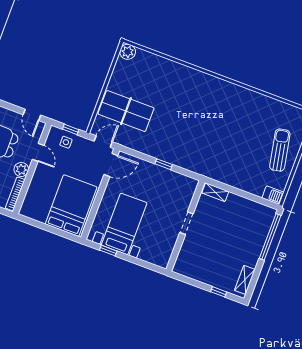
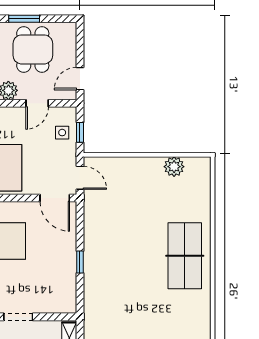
plant: (128, 52) -> (174, 167), moved
table tennis table: (126, 111) -> (185, 256), moved

